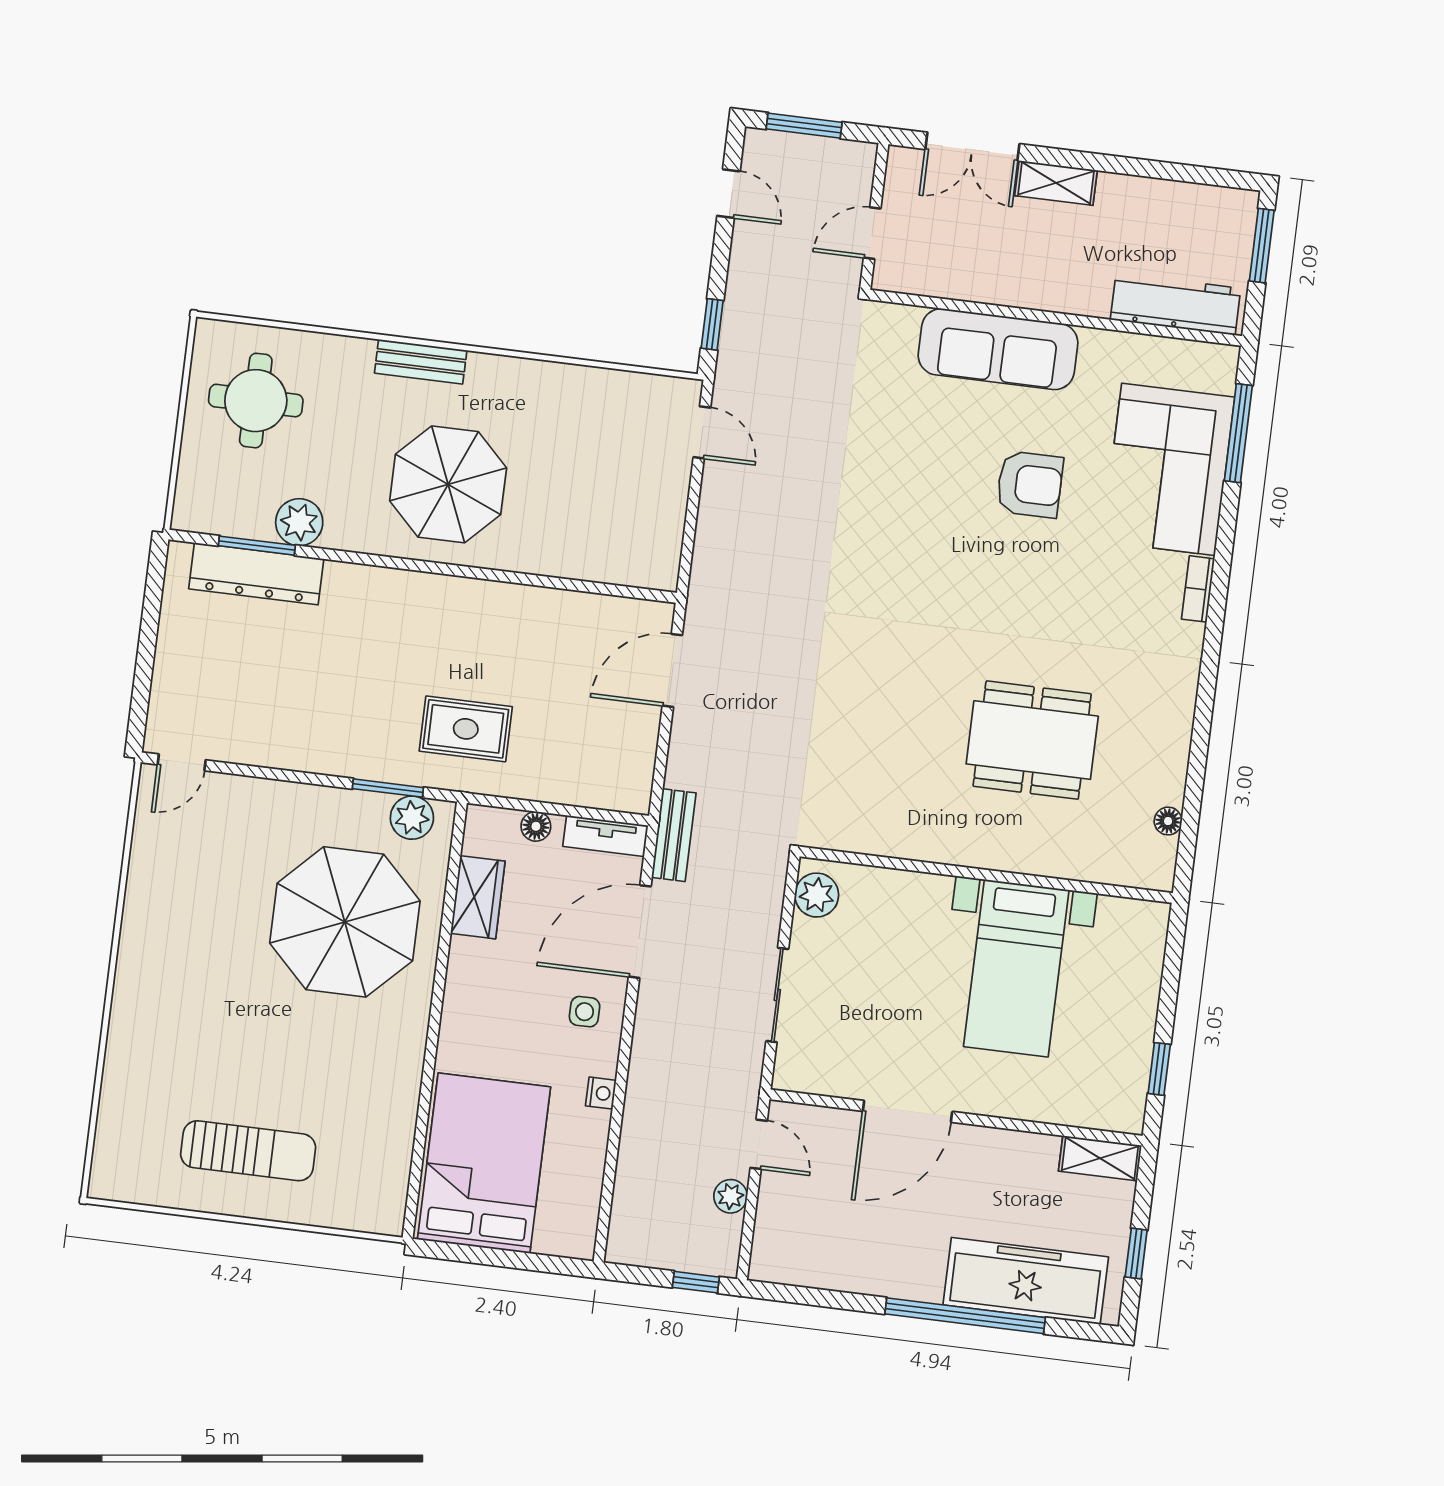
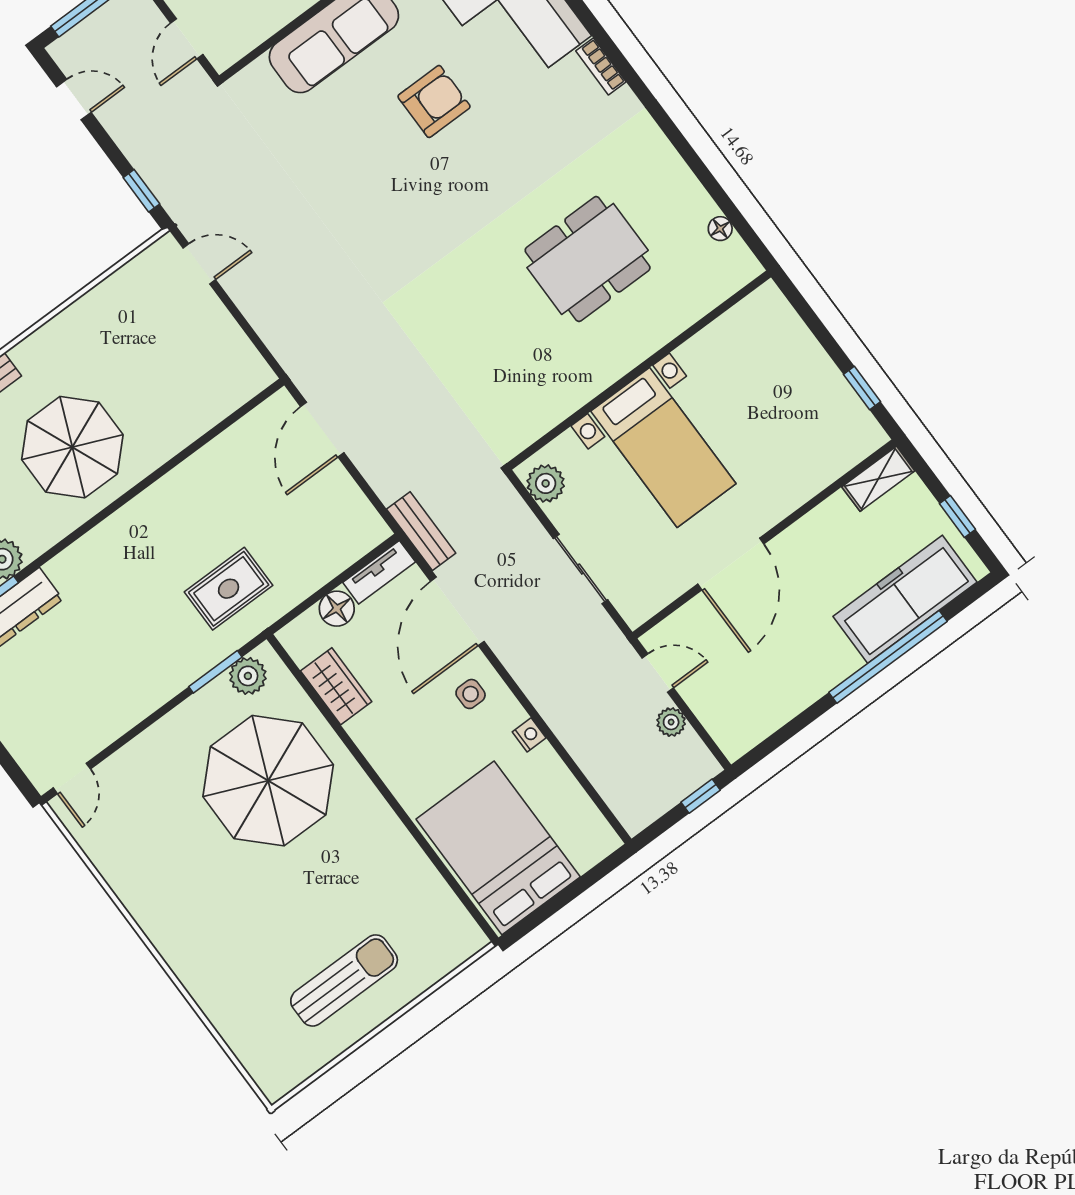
floor lamp: (536, 826) -> (337, 609), width x1.37, depth x1.37
bed with nightstands: (1016, 968) -> (663, 447), moved

